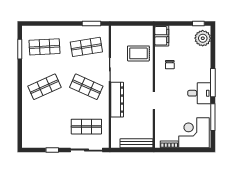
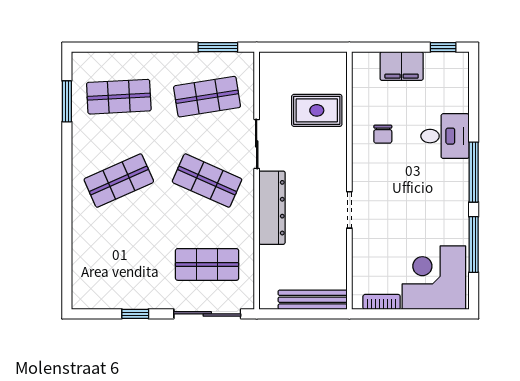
filing cabinet: (162, 36) -> (402, 66), moved, turned 90
plant: (203, 38) -> (452, 78), removed
desk: (199, 93) -> (445, 136), moved

